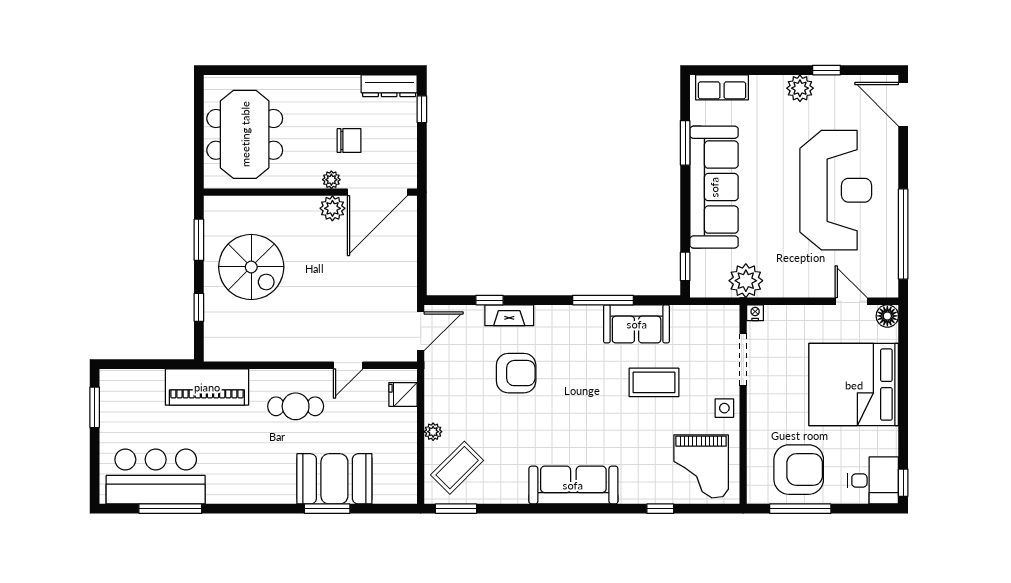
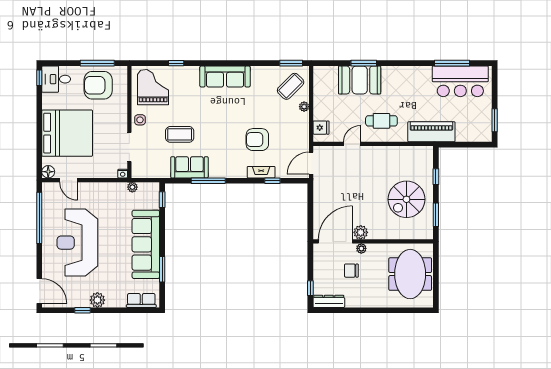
spiral stairs: (251, 267) -> (406, 199), turned -90
plant: (746, 281) -> (132, 187), width x0.53, depth x0.53

